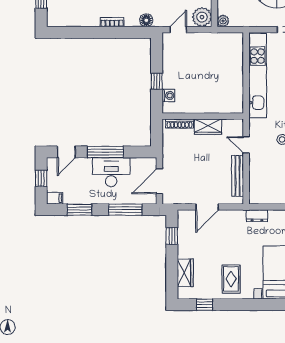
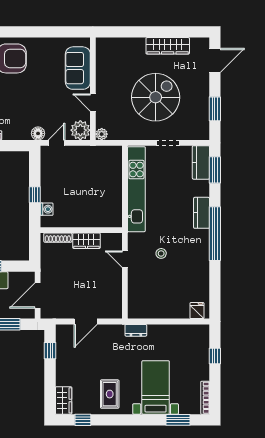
floor lamp: (146, 20) -> (38, 133), moved
bench: (238, 176) -> (116, 290), removed
wardrobe: (185, 273) -> (64, 400), moved

